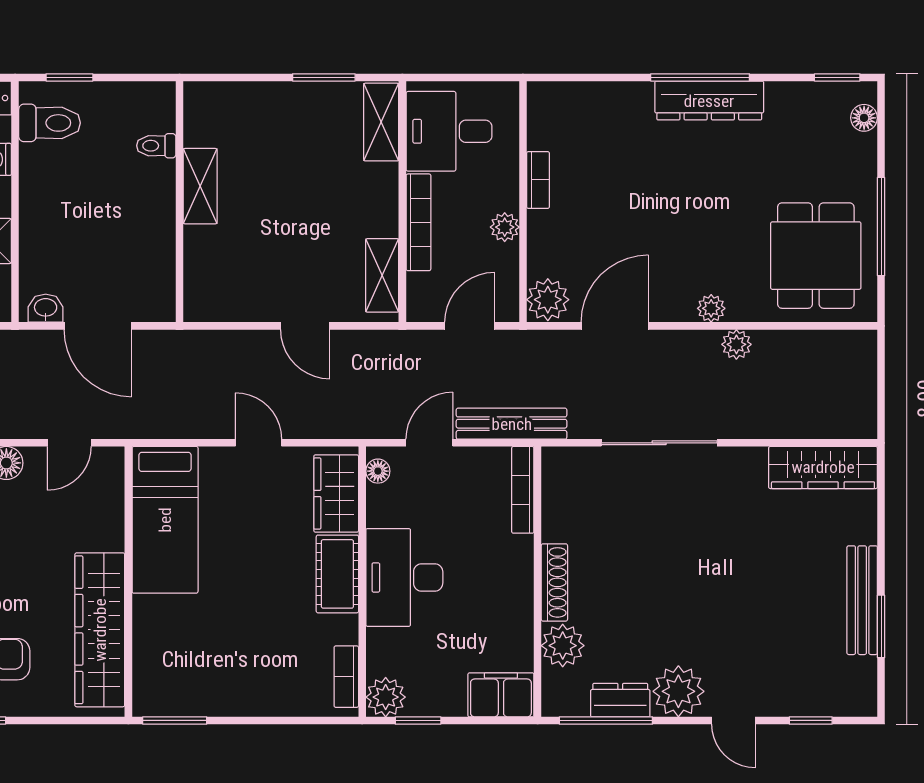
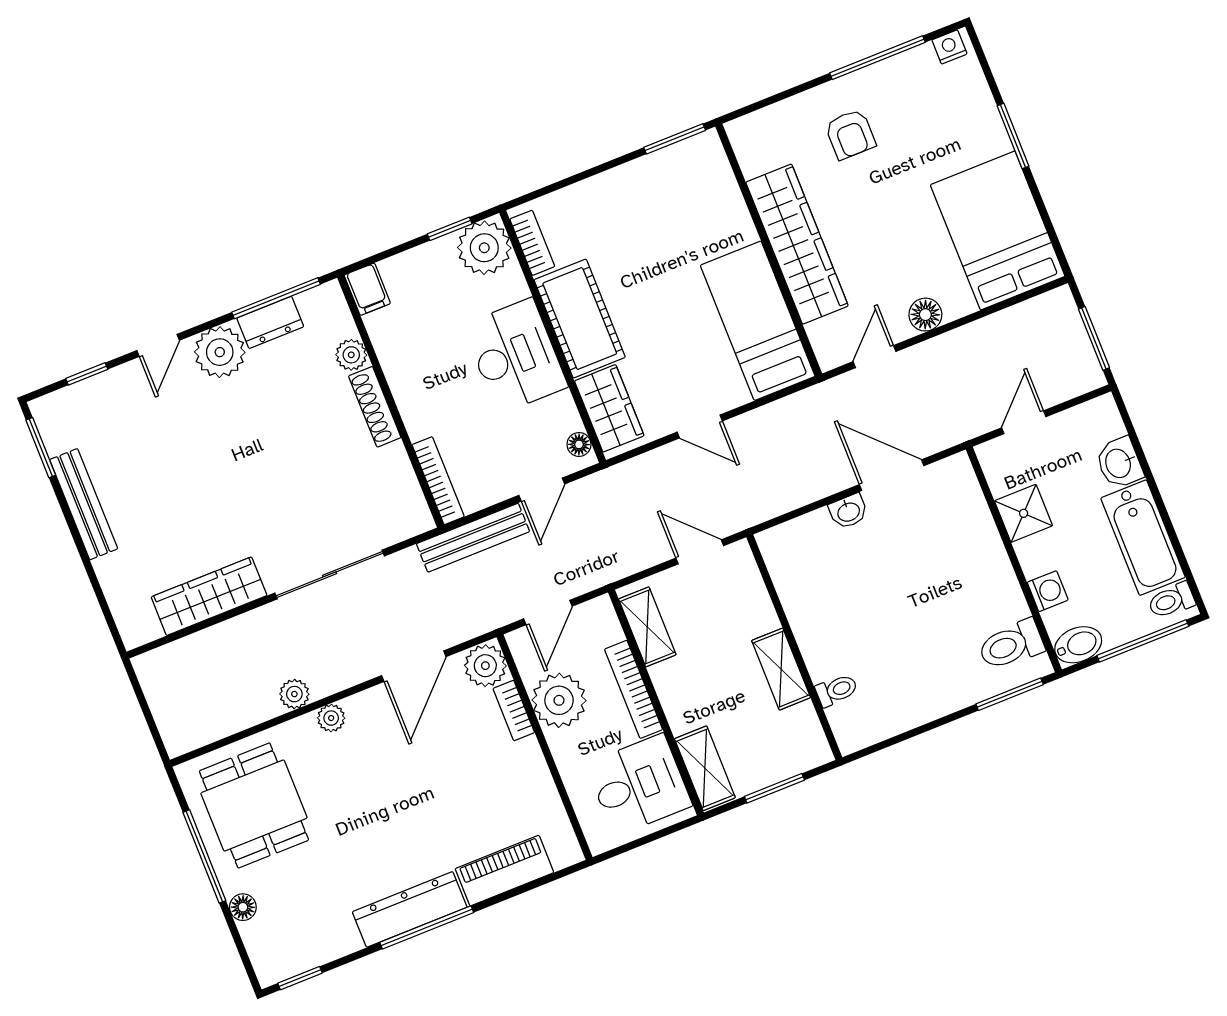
window: (69, 77) -> (1010, 694), width x1.50
piano: (606, 101) -> (504, 871), added
floor lamp: (864, 118) -> (243, 907), moved
toilet: (156, 146) -> (837, 690), moved
bookcase: (538, 180) -> (514, 711), moved
shelving: (200, 186) -> (781, 669), moved
wall: (180, 202) -> (794, 647), moved
plant: (505, 227) -> (559, 700), width x1.88, depth x1.88
washbasin: (46, 308) -> (848, 511), moved
wardrobe: (823, 467) -> (209, 596), moved
cot: (337, 574) -> (580, 319), width x1.37, depth x1.34
window: (881, 626) -> (41, 448), moved
wardrobe: (100, 630) -> (797, 244), moved
plant: (563, 646) -> (351, 355), width x0.73, depth x0.73
filing cabinet: (501, 695) -> (367, 289), width x0.50
plant: (386, 697) -> (484, 248), width x1.36, depth x1.36
door: (733, 720) -> (158, 345), swing flipped

